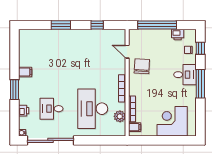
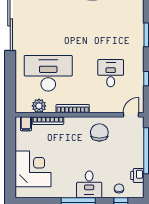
door: (127, 52) -> (131, 115), moved
chair: (142, 66) -> (99, 132), turned -93
desk: (52, 109) -> (111, 73), moved

